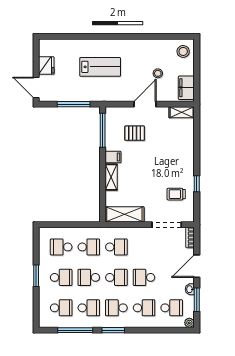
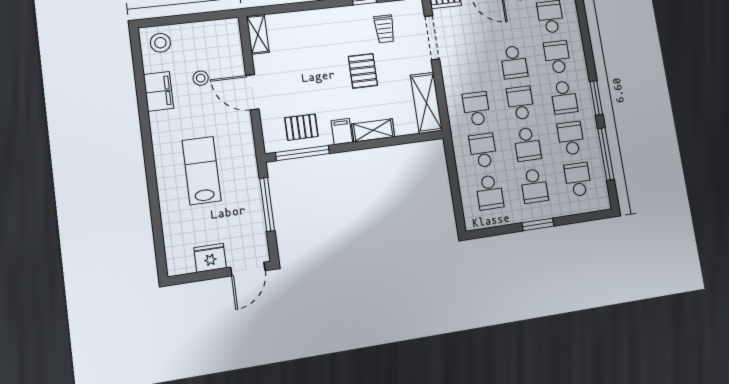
filing cabinet: (186, 88) -> (158, 91), moved, turned -90
pallet: (135, 133) -> (301, 127), moved, turned 90
pallet: (150, 176) -> (363, 71), added
school desk: (61, 277) -> (534, 186), turned 180

